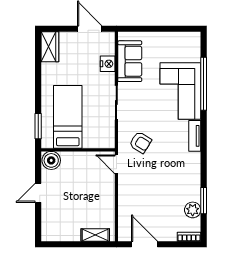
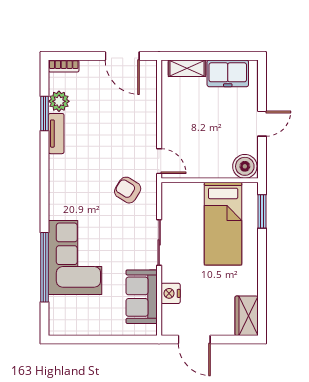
tv unit: (195, 136) -> (56, 134), moved
freezer: (64, 231) -> (228, 73), added

